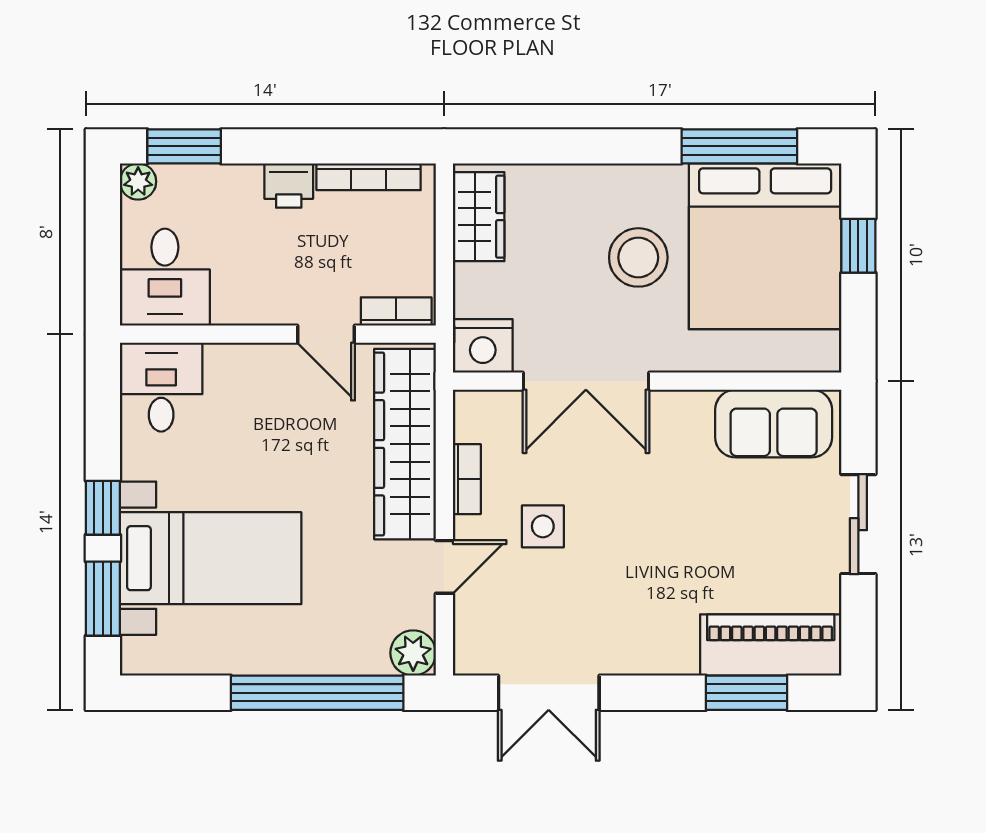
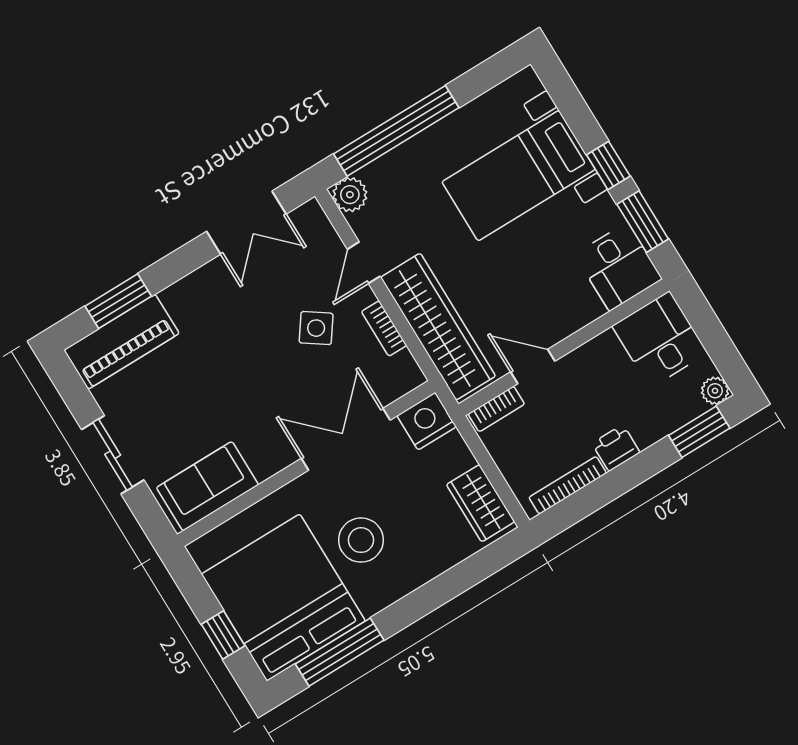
side table: (543, 526) -> (316, 328), turned 35
window: (103, 599) -> (643, 222), moved
double door: (549, 693) -> (246, 223), swing flipped

